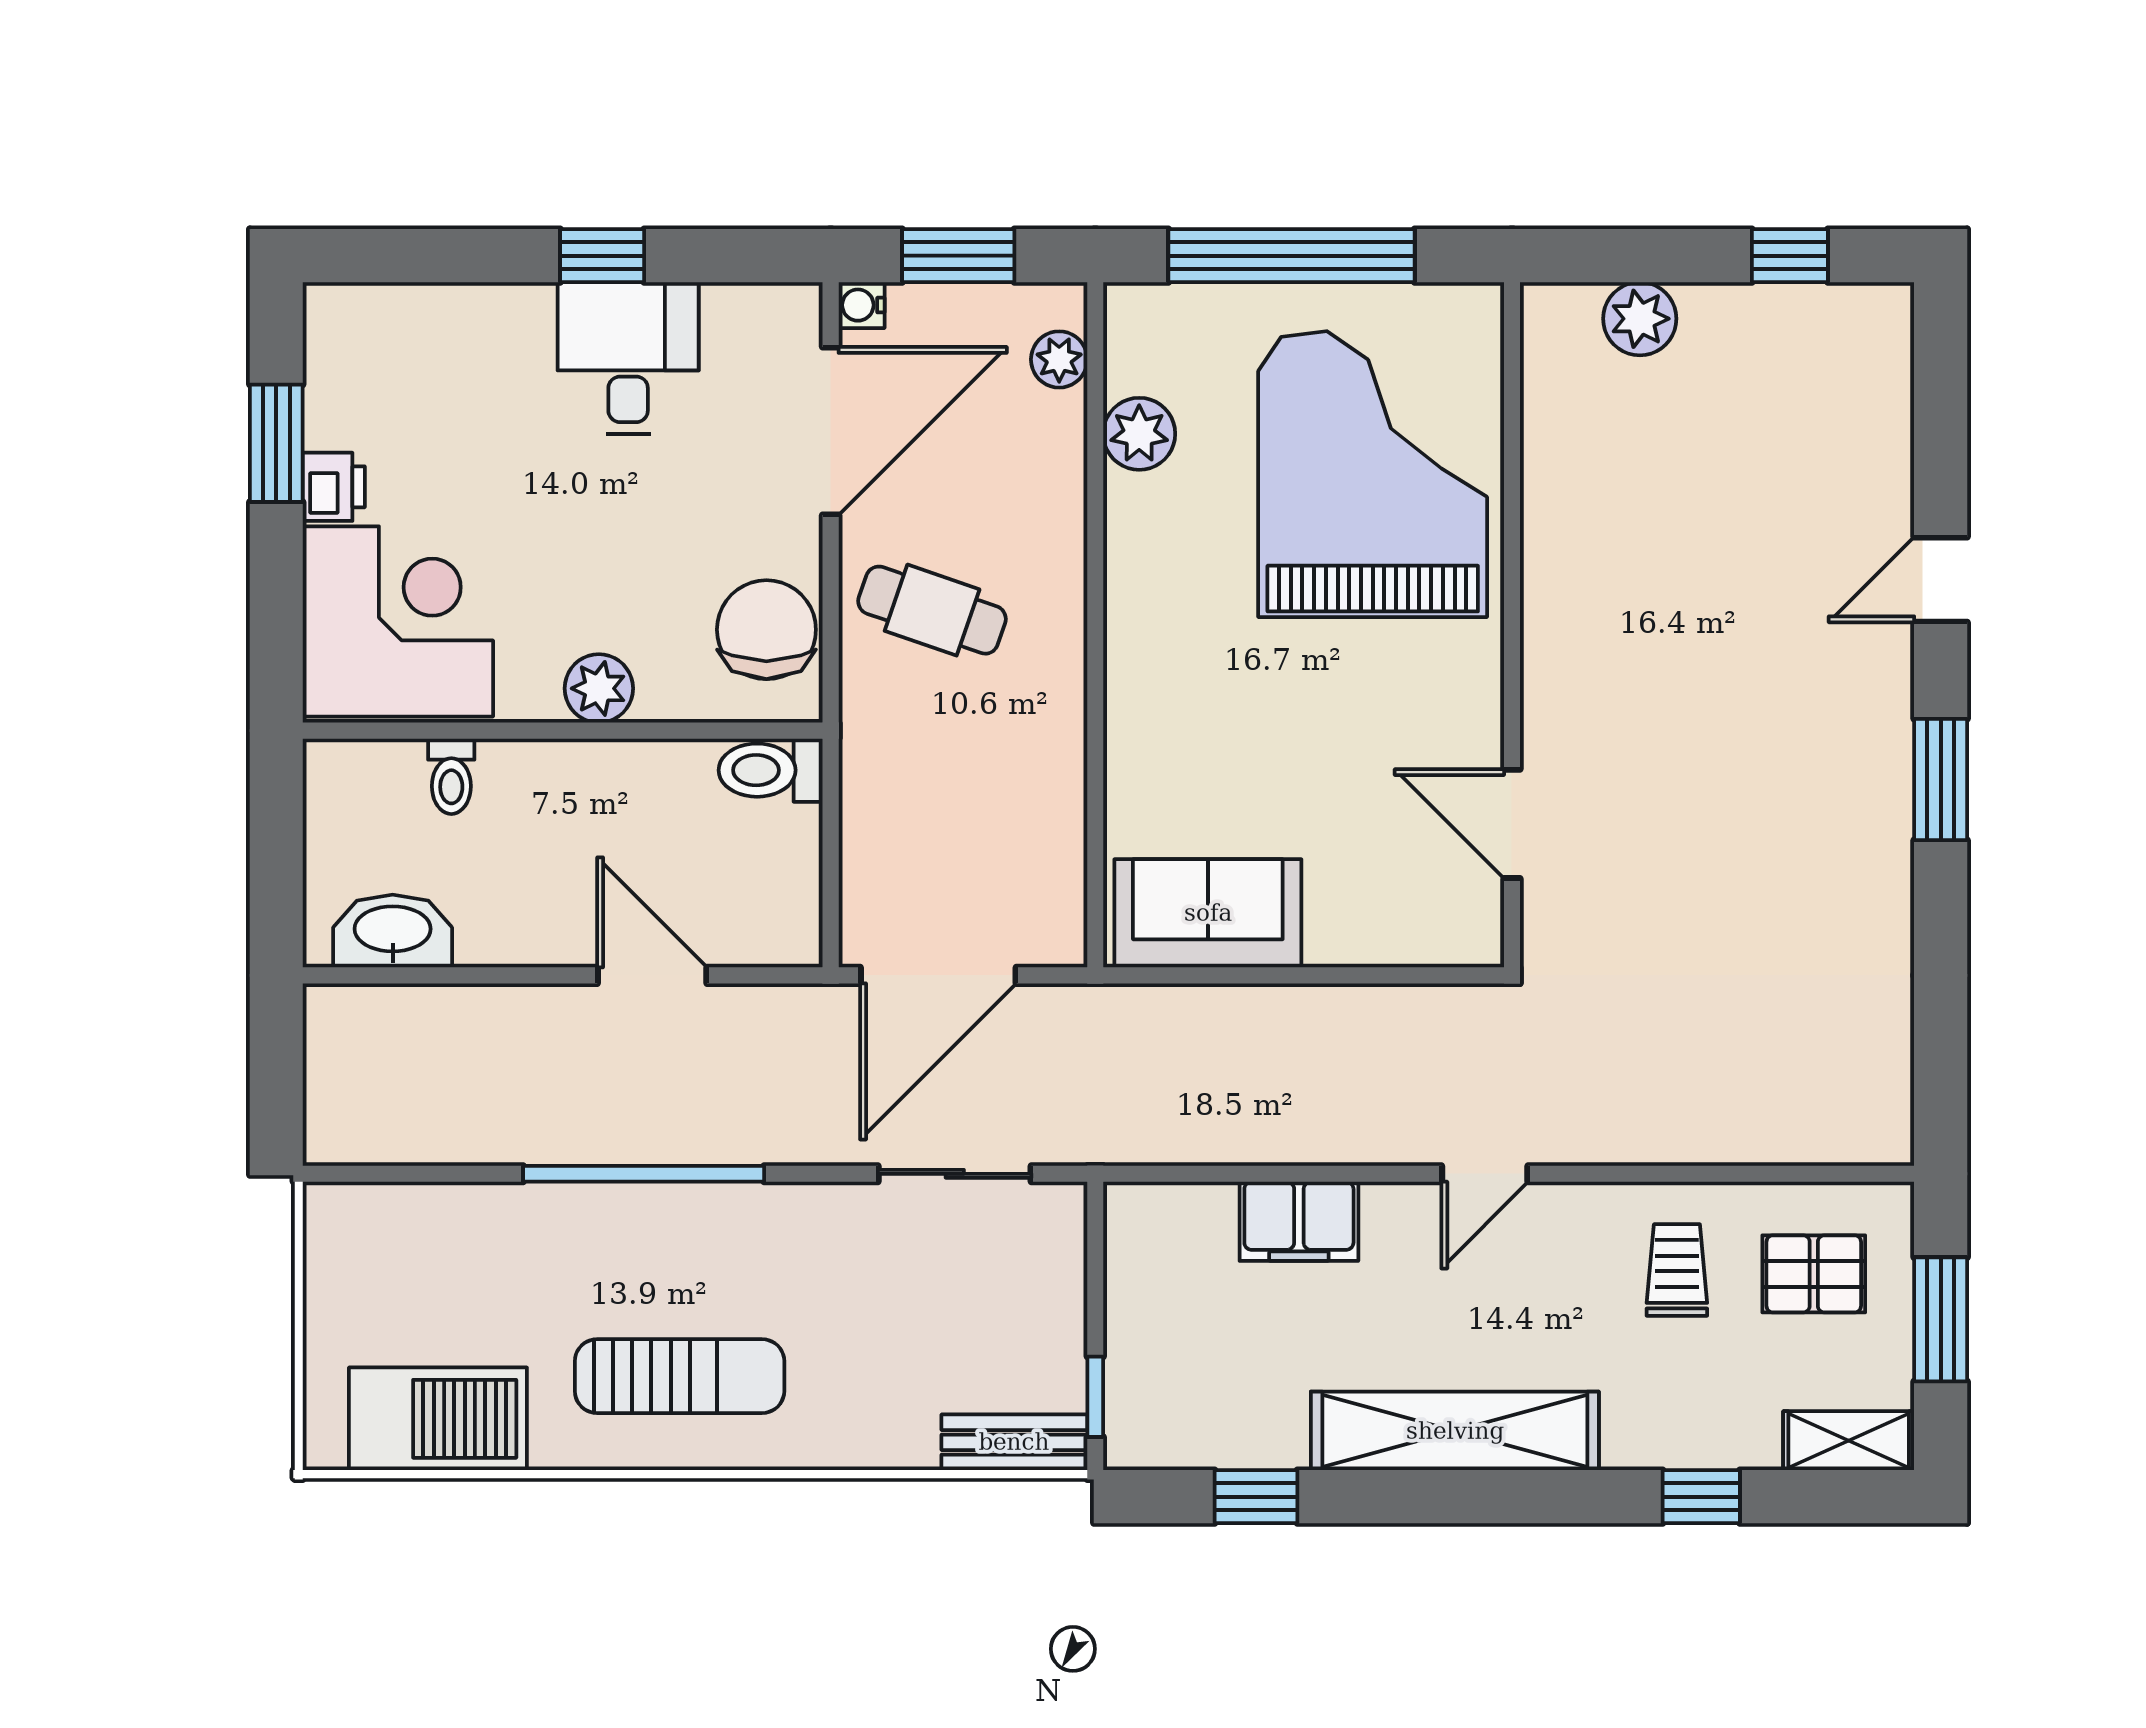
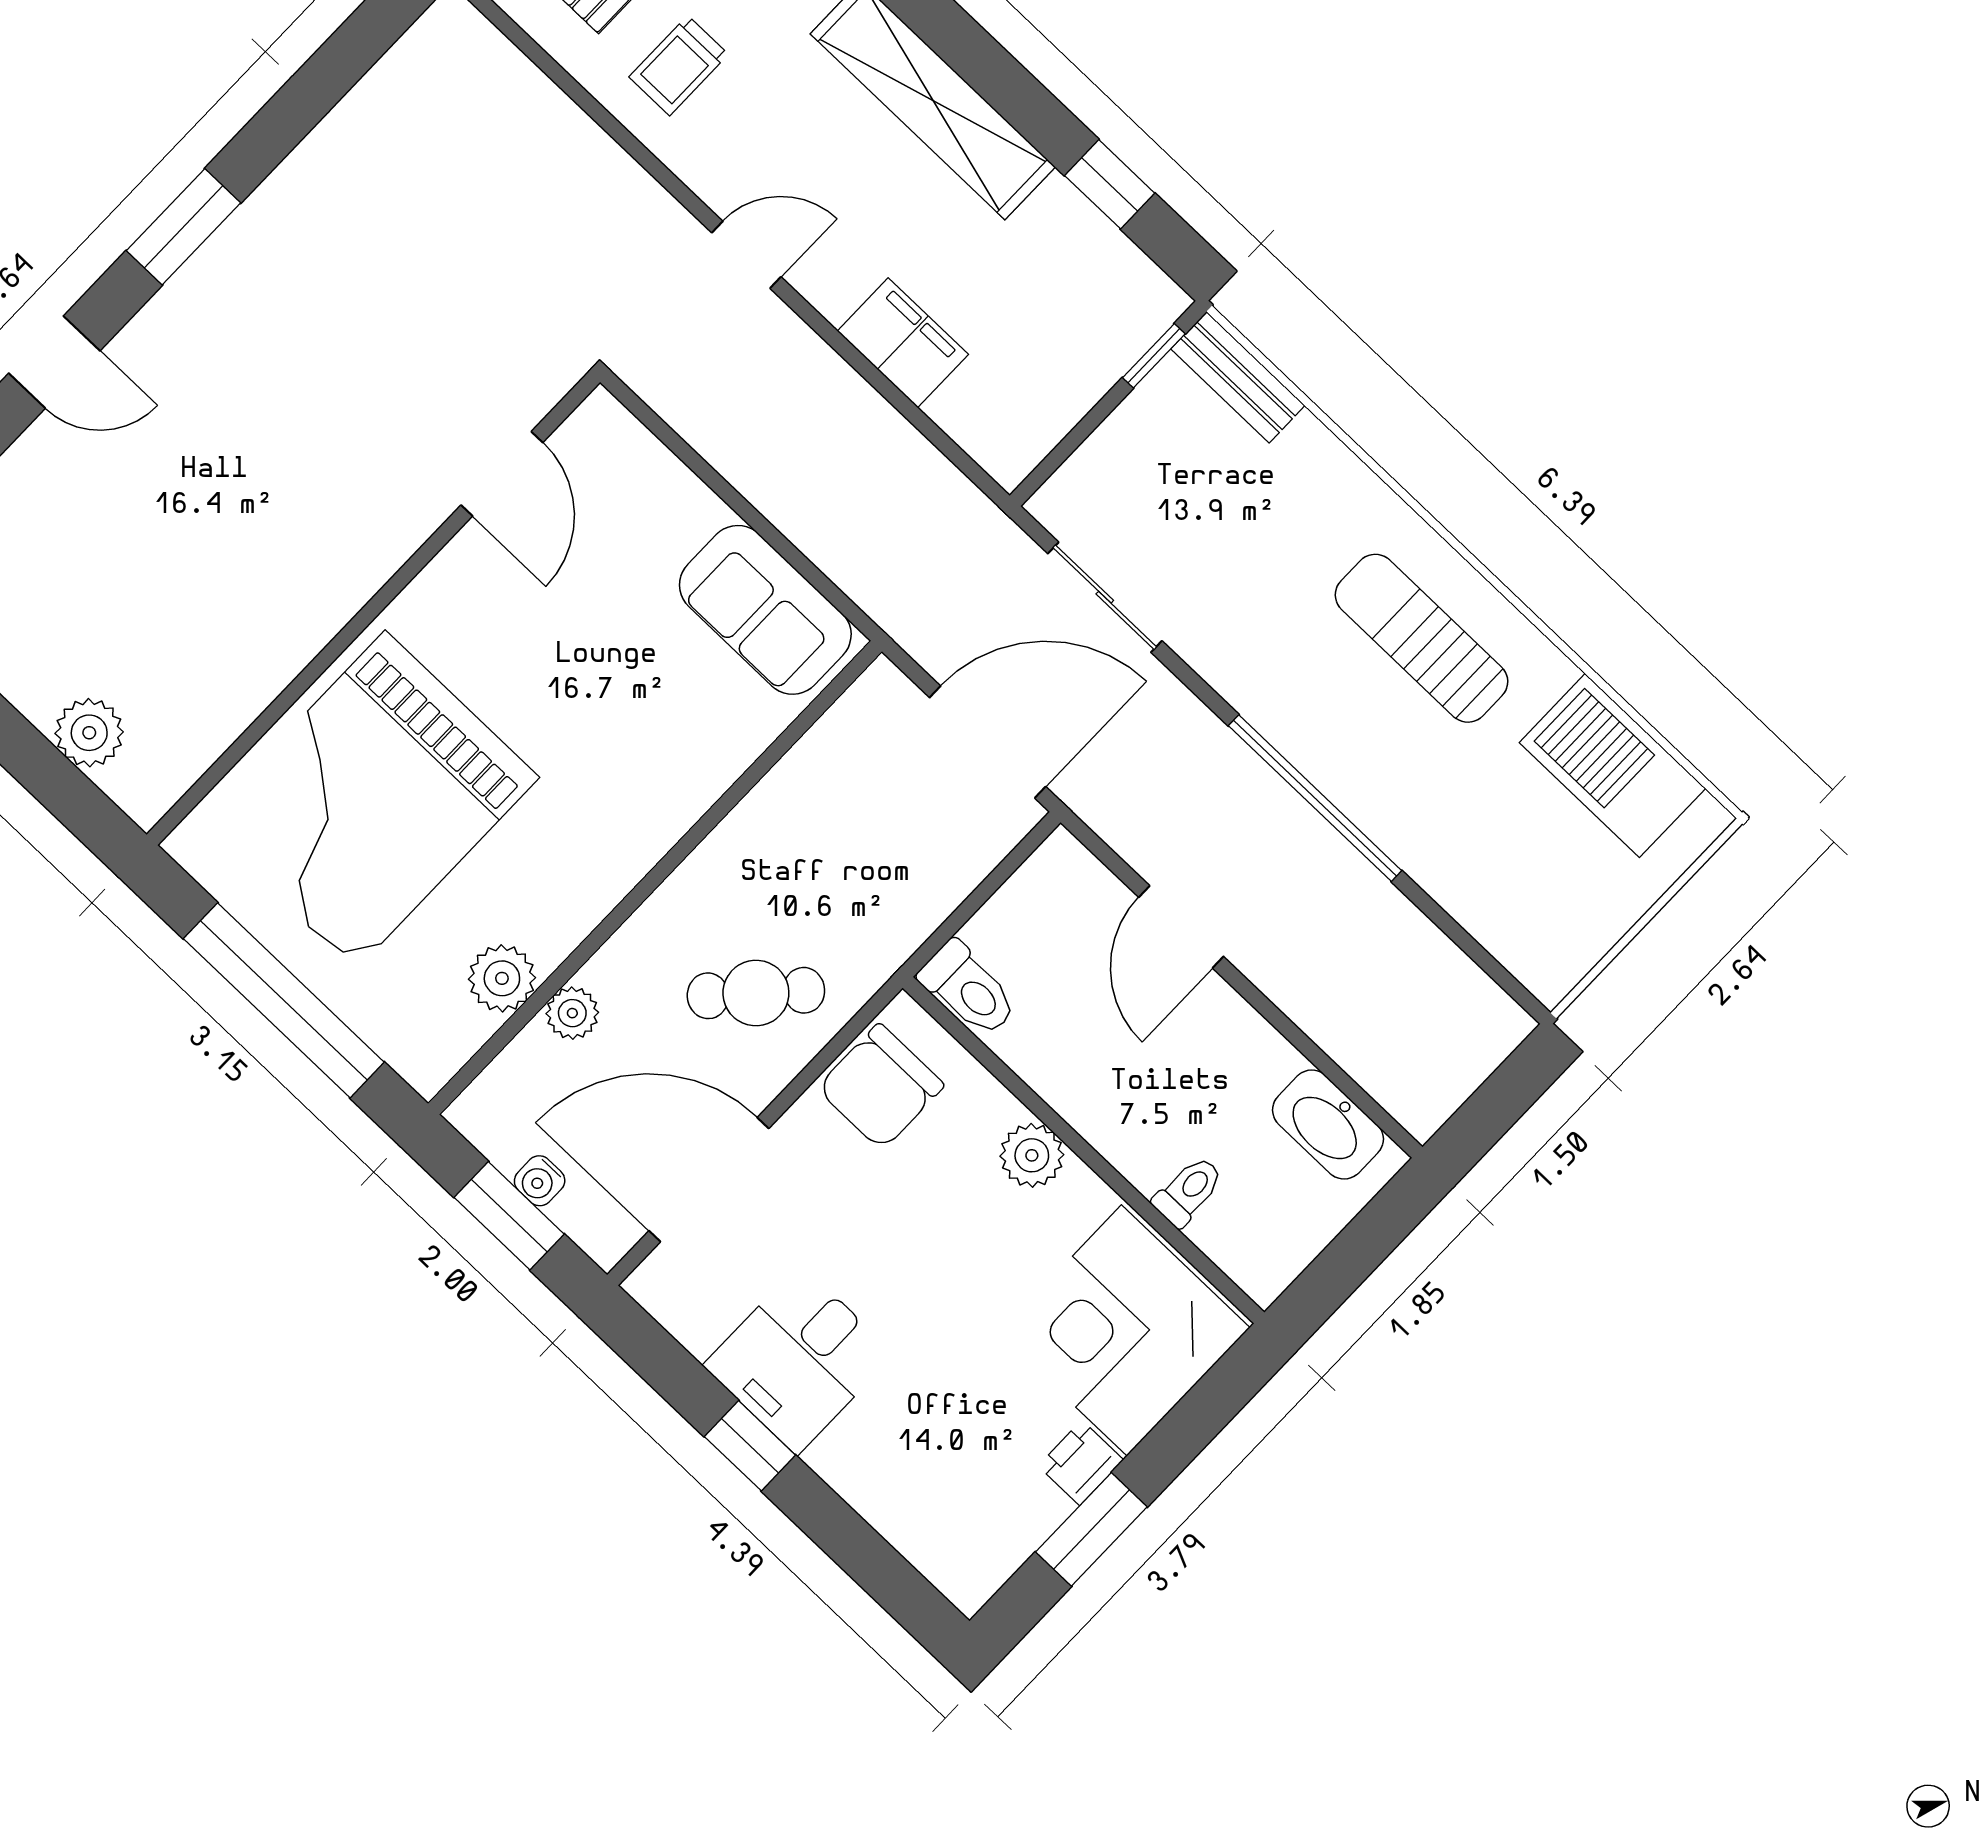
water cooler: (862, 305) -> (540, 1181), moved, turned 90
plant: (1059, 359) -> (572, 1013), moved
cafe table: (932, 610) -> (756, 993), turned -66

